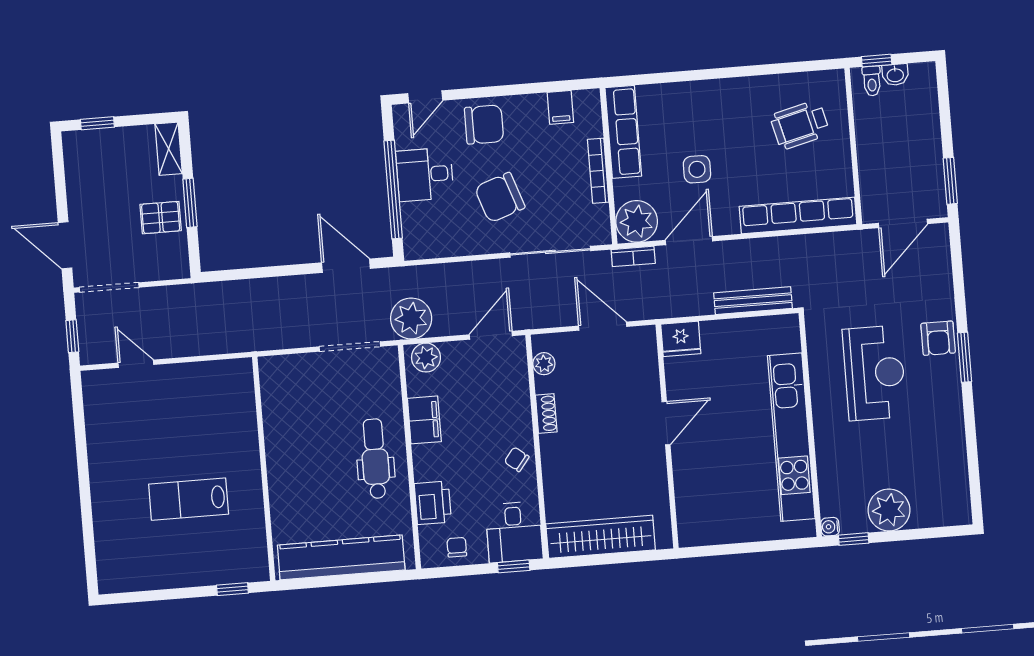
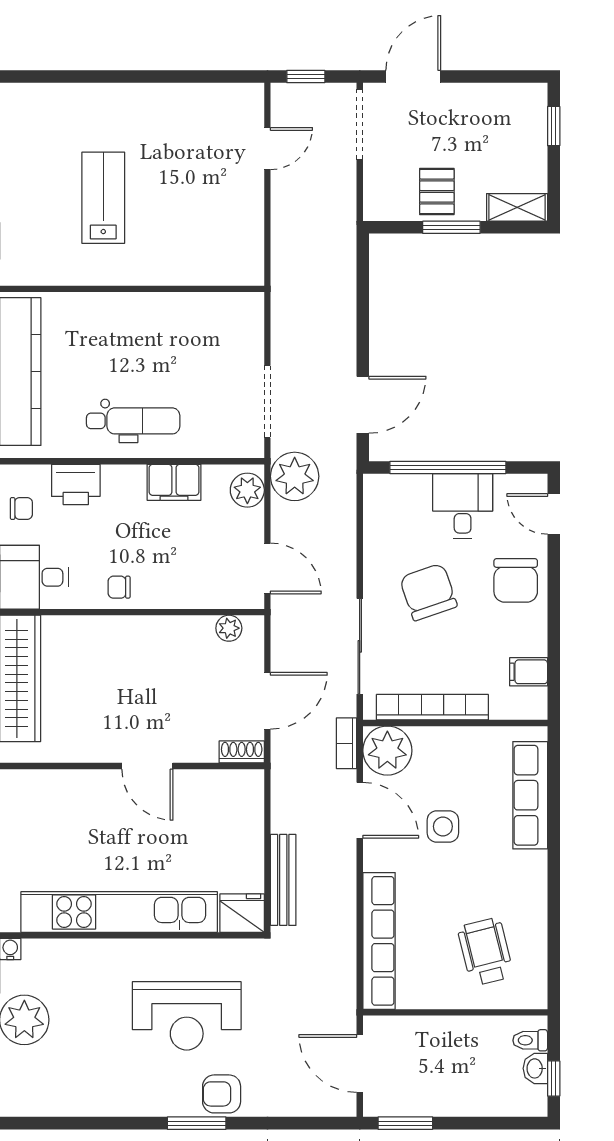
window: (877, 61) -> (554, 1079), moved
row of seats: (623, 132) -> (530, 795), moved, turned 90
bookcase: (598, 171) -> (432, 707), width x1.48, depth x1.31
fridge: (681, 339) -> (242, 913), moved, turned 90
shoe rack: (546, 413) -> (242, 752), moved, turned 180
chair: (517, 459) -> (119, 587), turned -128

